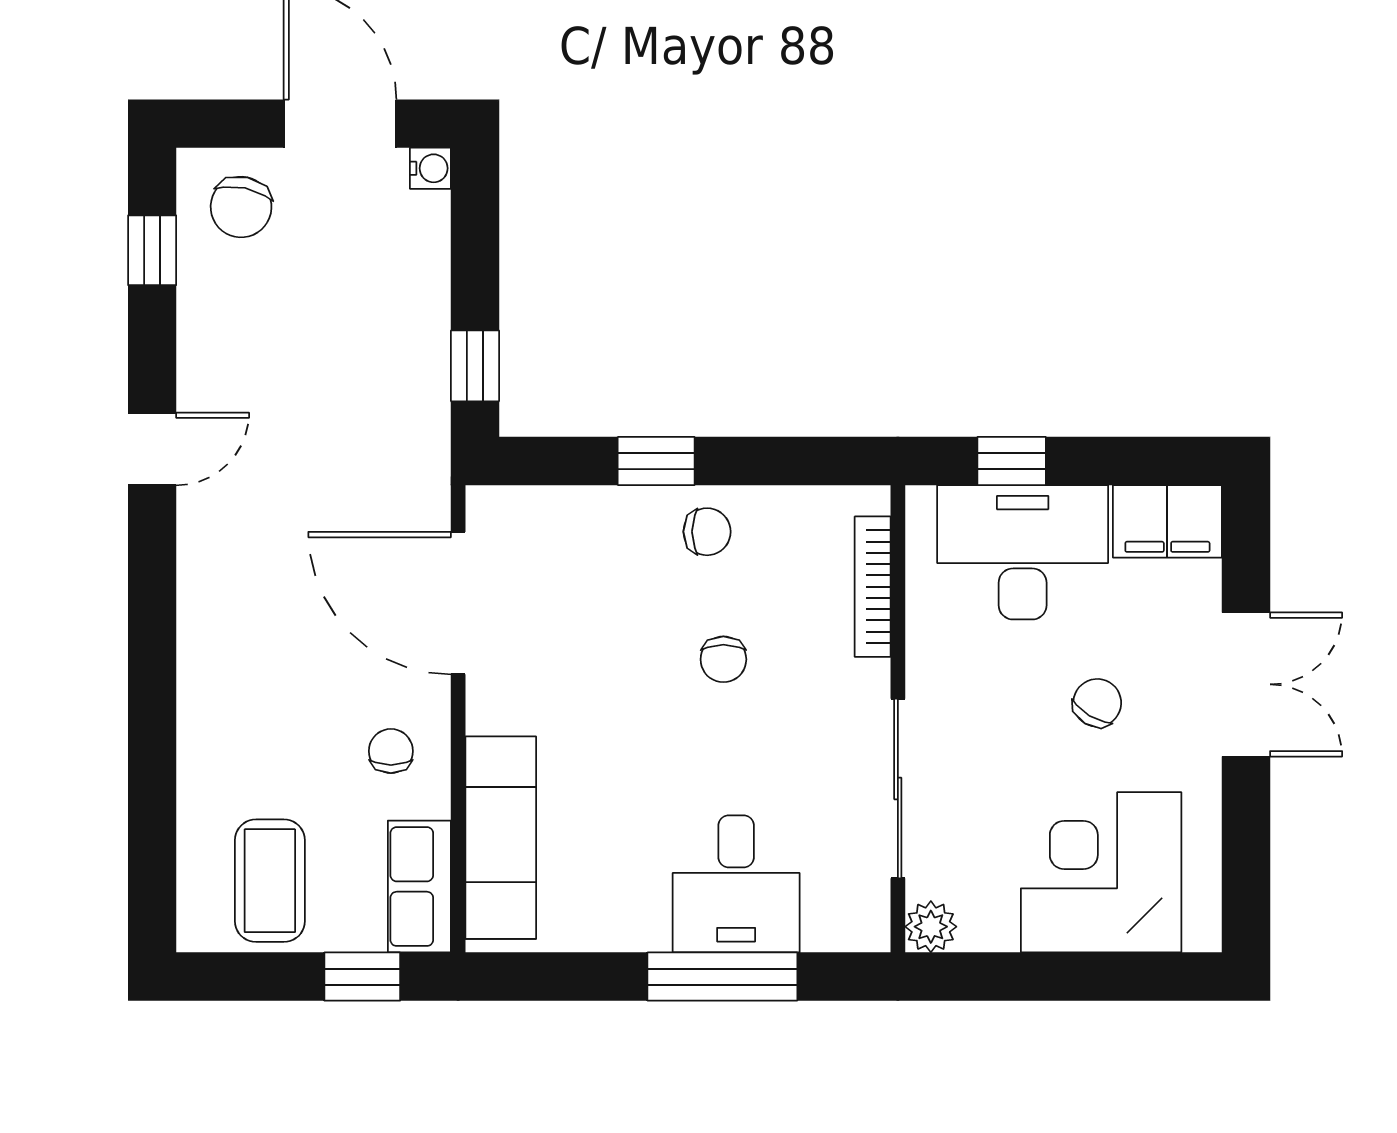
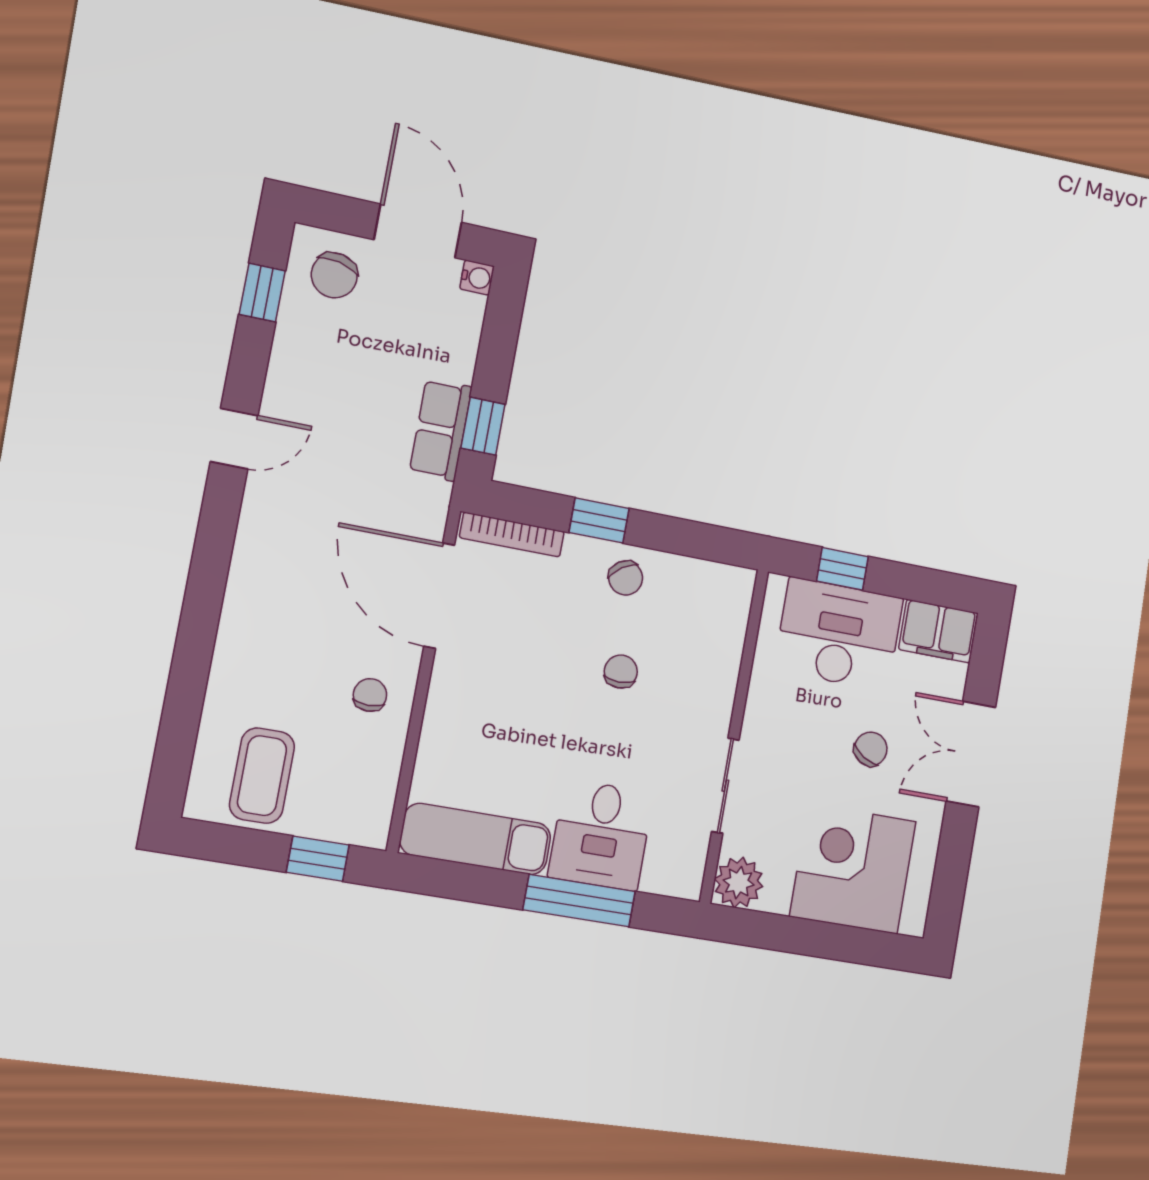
chair: (707, 532) -> (626, 578), turned 56
bookcase: (873, 587) -> (512, 535), moved, turned -90
chair: (723, 659) -> (621, 672), turned 180
double door: (1246, 684) -> (971, 754), swing flipped
sliding door: (898, 789) -> (725, 786), width x0.73
exam couch: (501, 838) -> (476, 839), moved, turned -90
row of seats: (419, 887) -> (441, 430), moved
plant: (931, 927) -> (739, 883), width x1.38, depth x1.38

